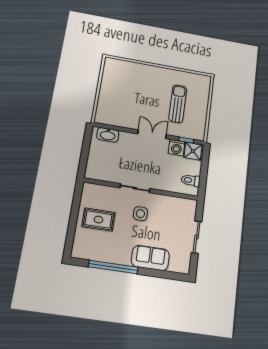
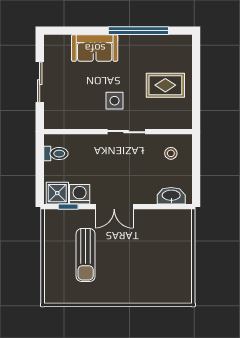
stool: (103, 166) -> (171, 153), added

